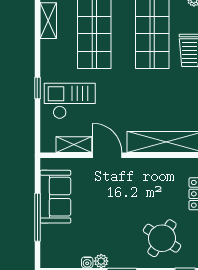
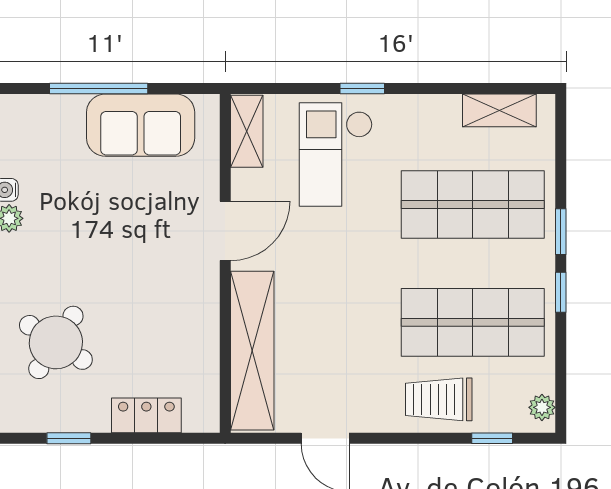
checkout: (70, 101) -> (336, 154), turned 180
shelving: (74, 145) -> (247, 131), moved

